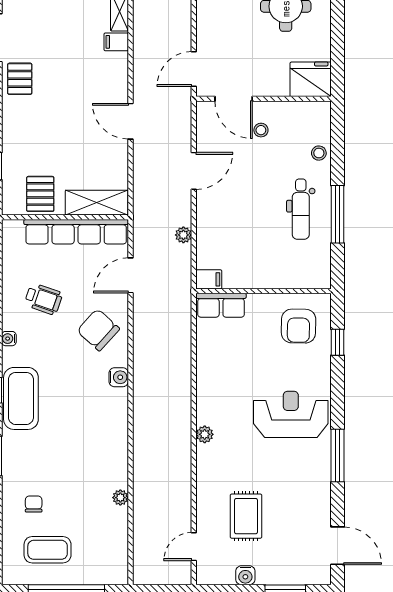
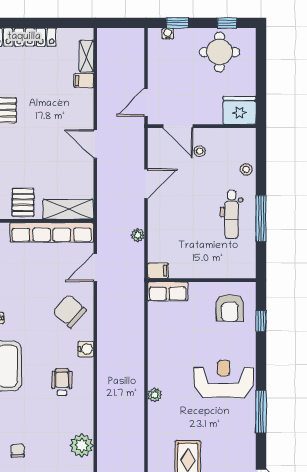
wheelchair: (43, 299) -> (62, 382), moved, turned -109
plant: (120, 498) -> (82, 445), width x1.87, depth x1.87

